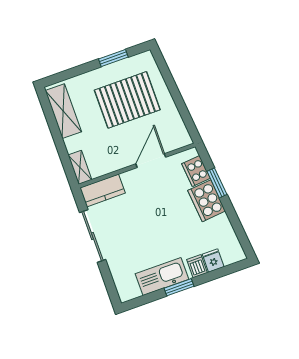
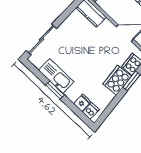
sliding door: (93, 236) -> (41, 39), moved
dishwasher: (197, 266) -> (91, 111), moved

